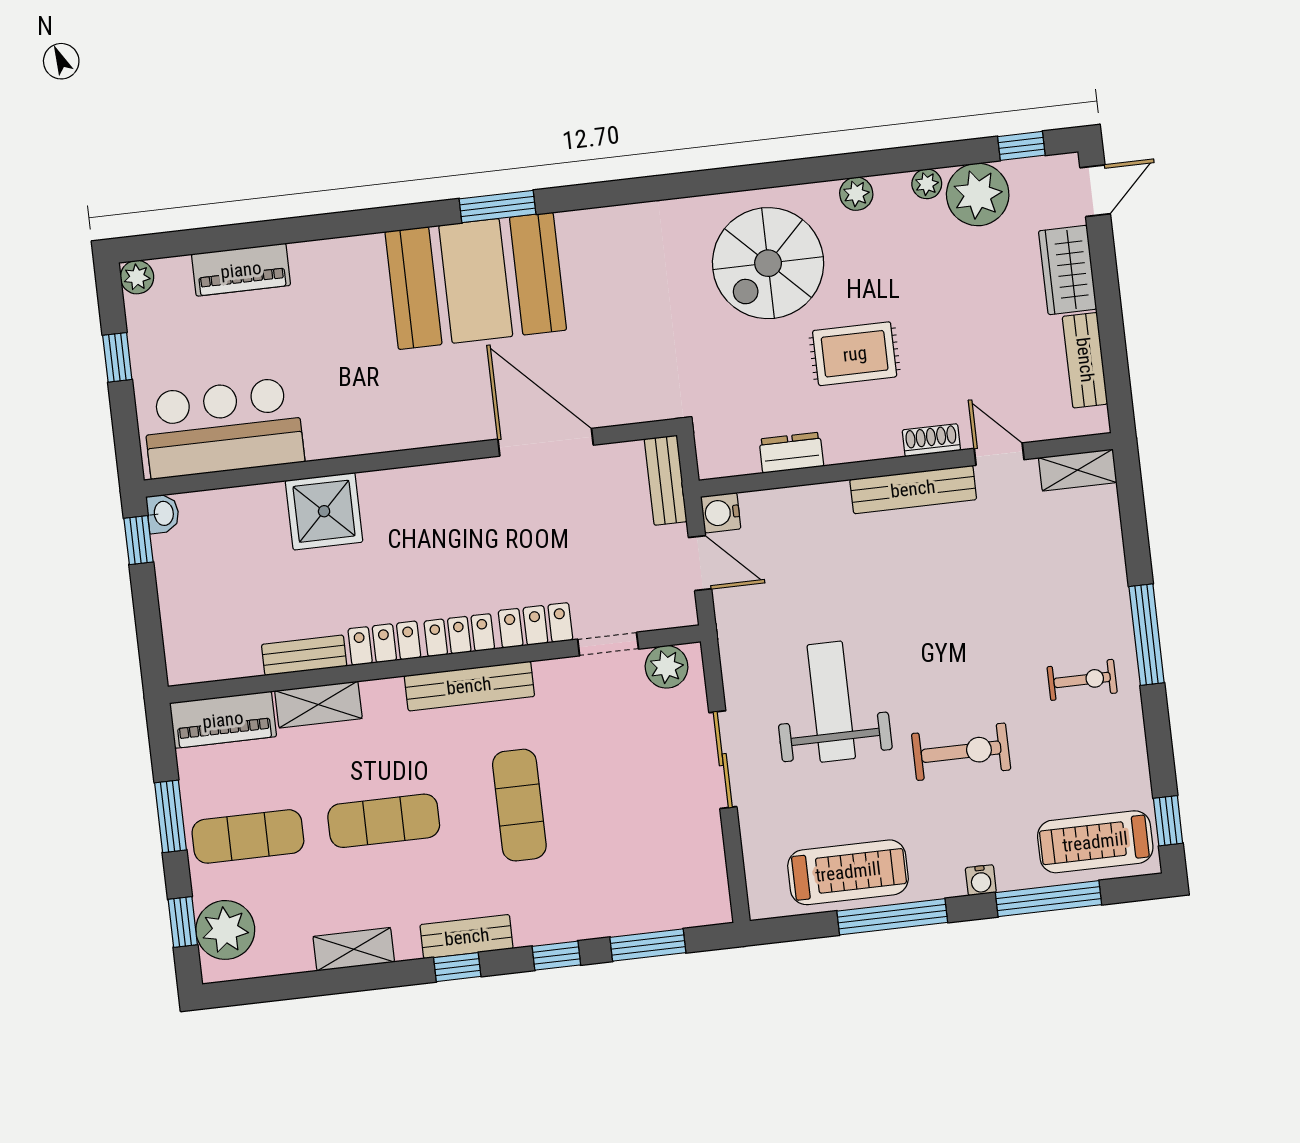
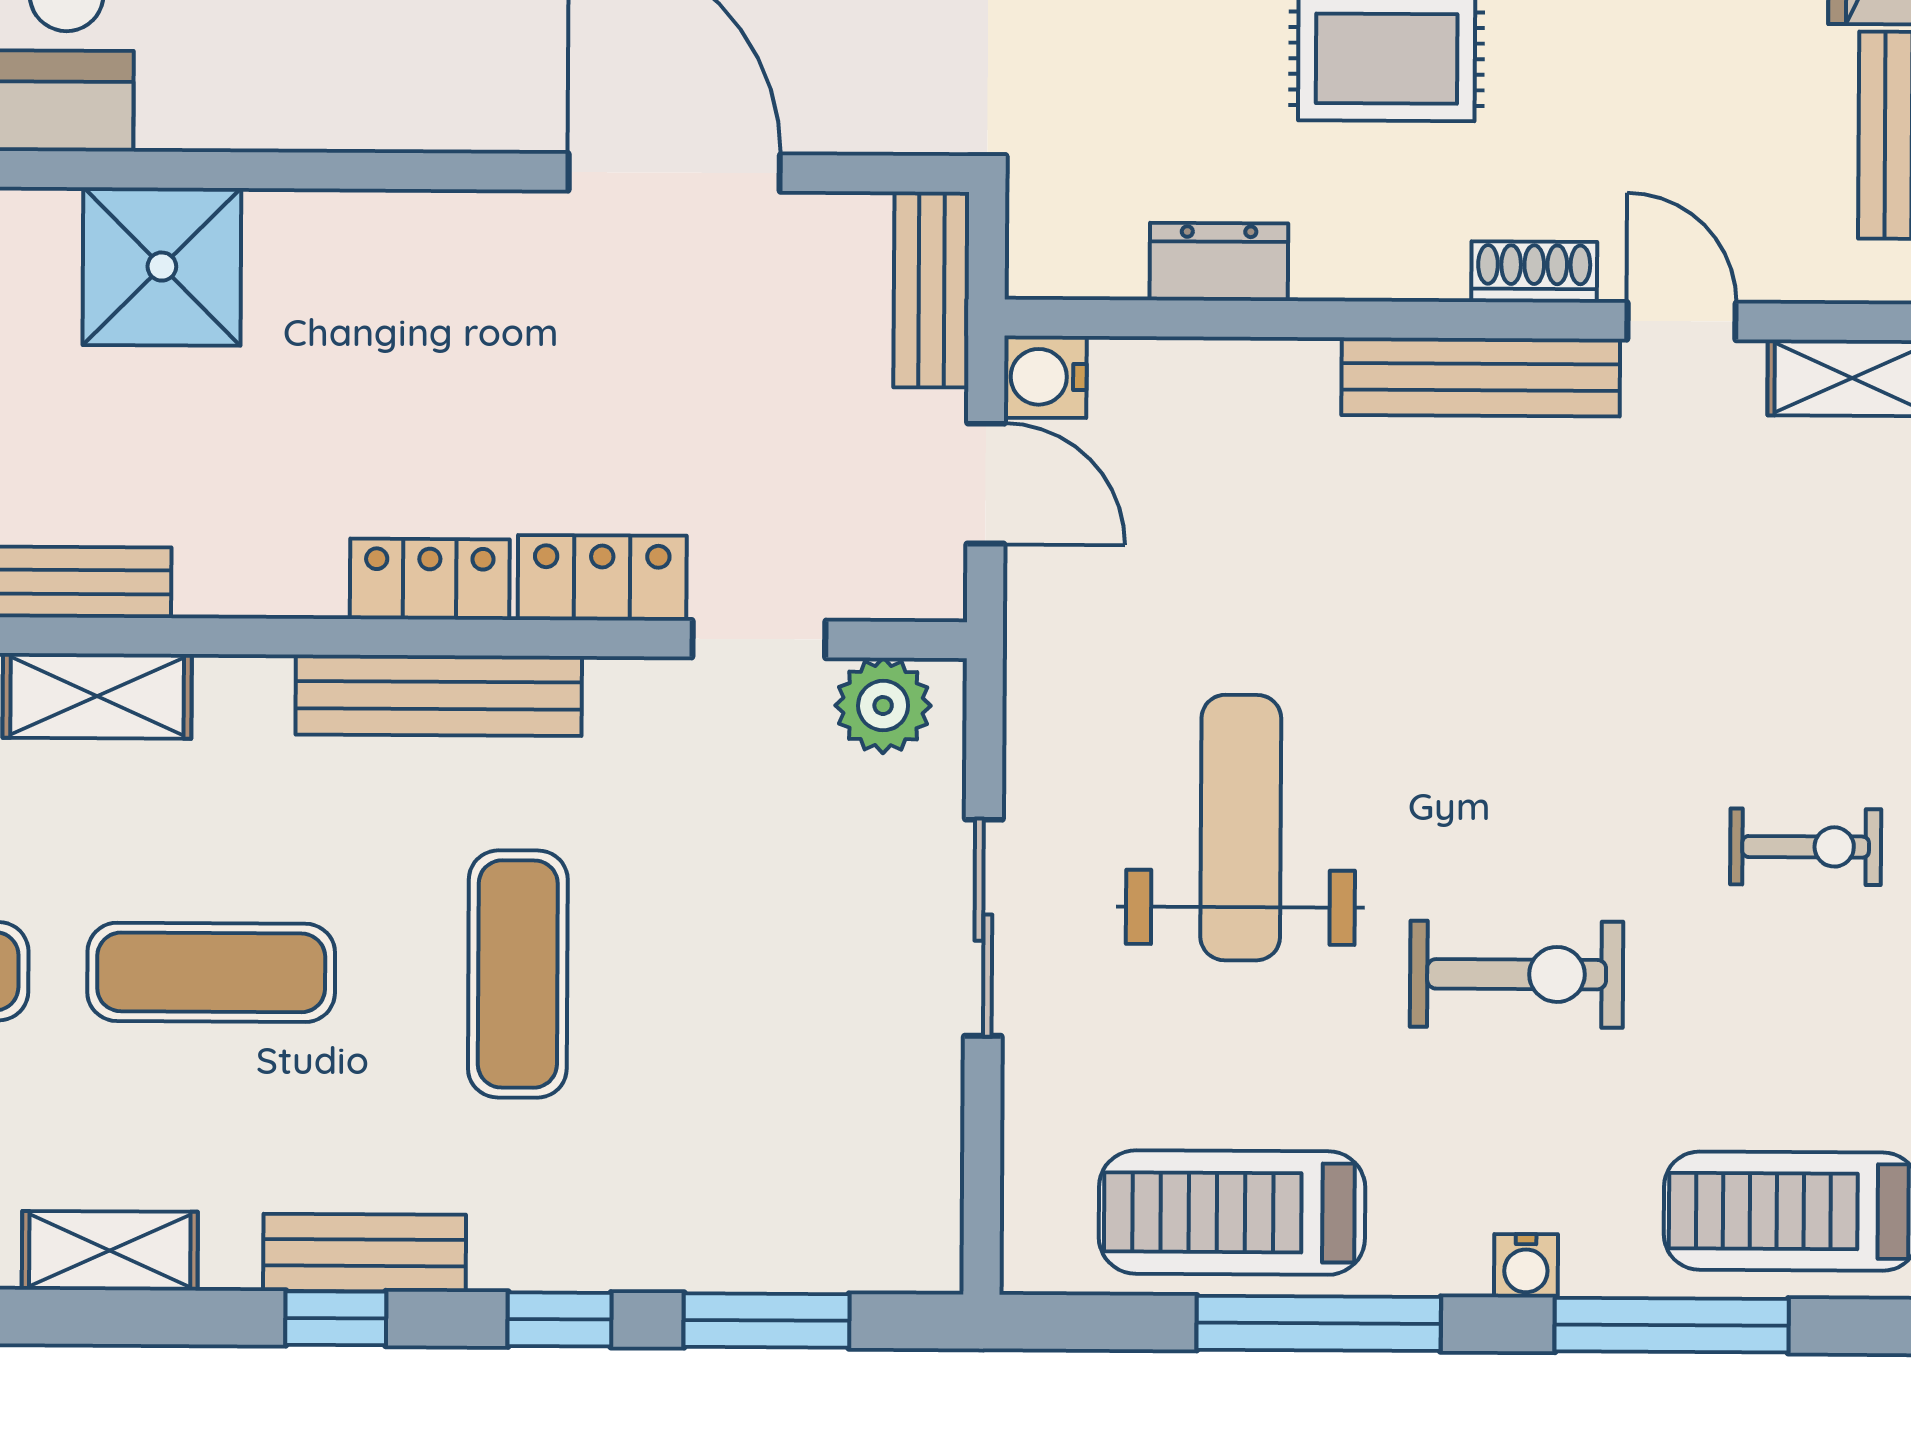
locker: (384, 643) -> (261, 577), removed
treadmill: (848, 872) -> (1232, 1213), turned 180

